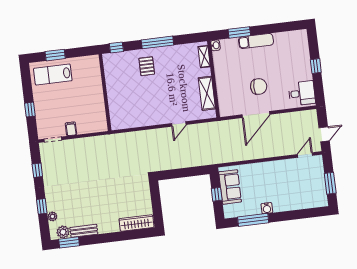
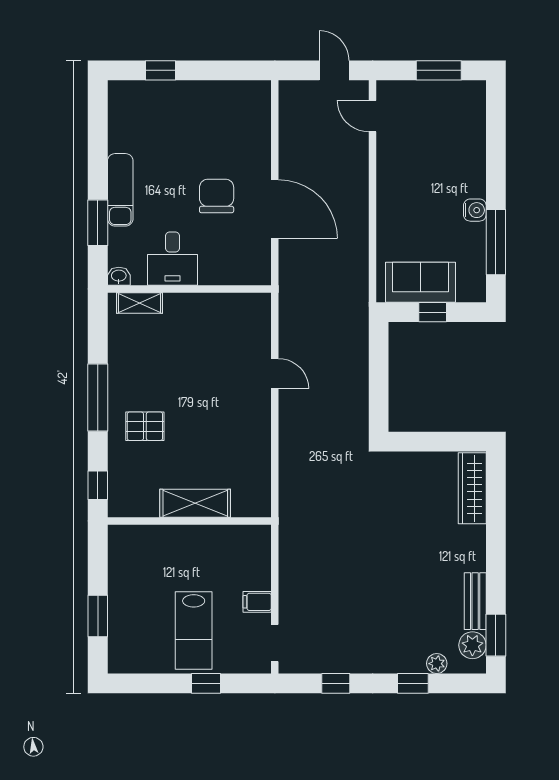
window: (316, 66) -> (160, 70), moved
lab bench: (53, 75) -> (194, 630), moved
shelving: (207, 93) -> (195, 503), moved
desk: (302, 93) -> (173, 259), moved, turned 180

